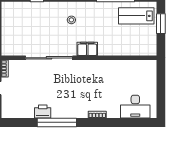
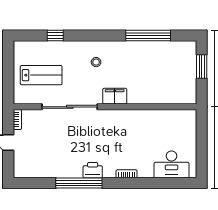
lab bench: (136, 16) -> (41, 75), moved, turned 180
printer: (43, 112) -> (93, 170), moved

